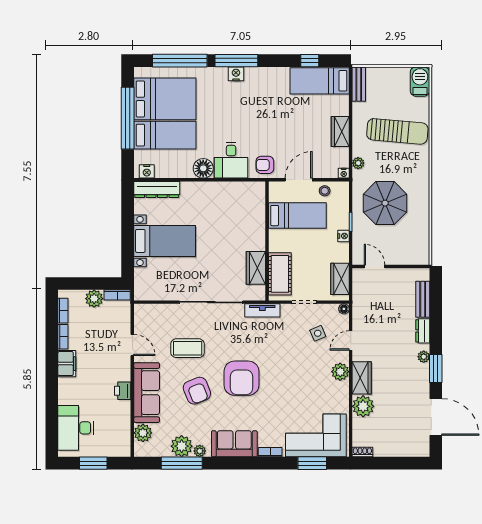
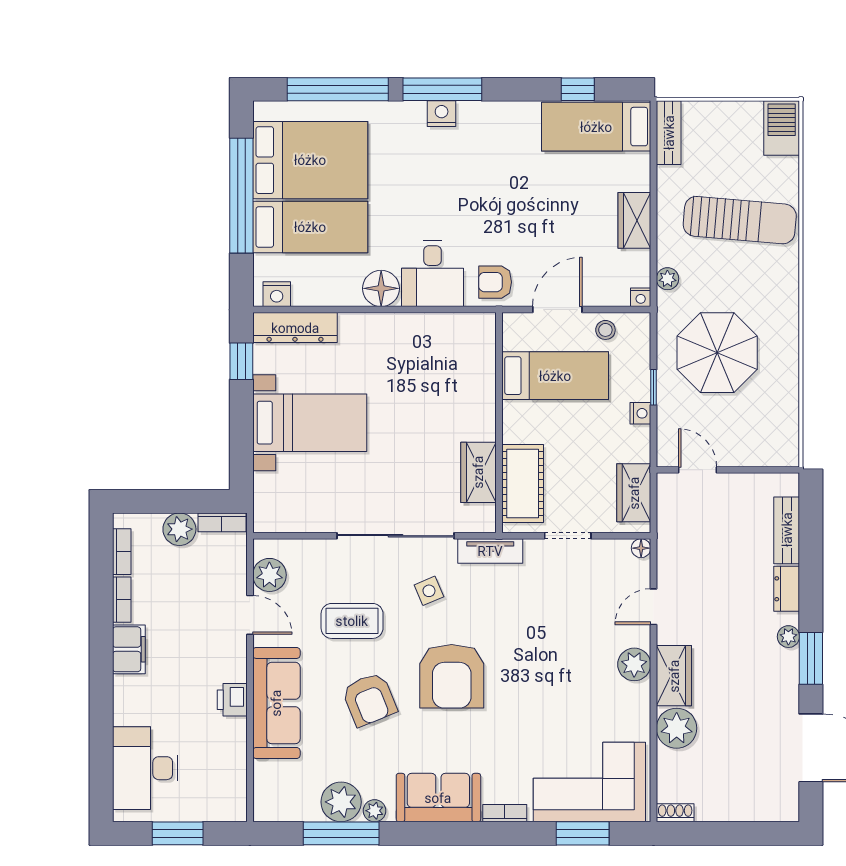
window: (128, 208) -> (241, 361), added
side table: (318, 333) -> (429, 591), moved
plant: (143, 433) -> (269, 575), moved

